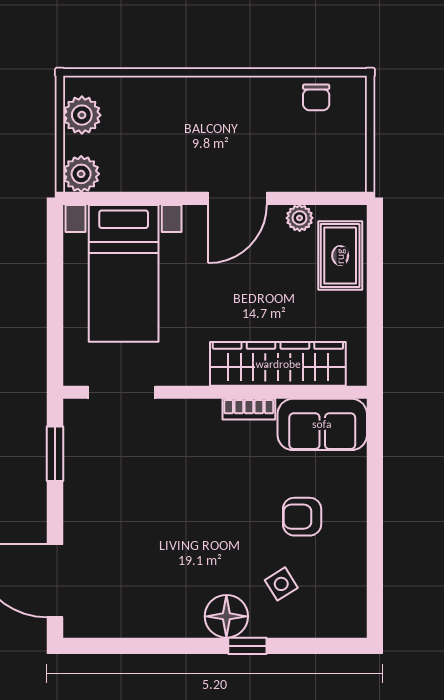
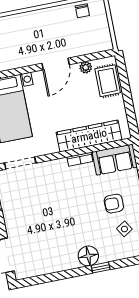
side table: (281, 584) -> (124, 229), moved

